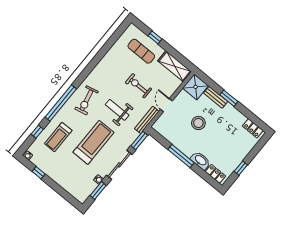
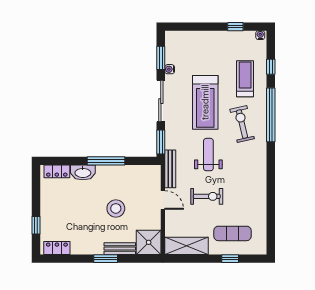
exercise bike: (87, 100) -> (242, 124), moved
weight bench: (117, 110) -> (208, 155), turned -90
window: (241, 168) -> (36, 225), moved

